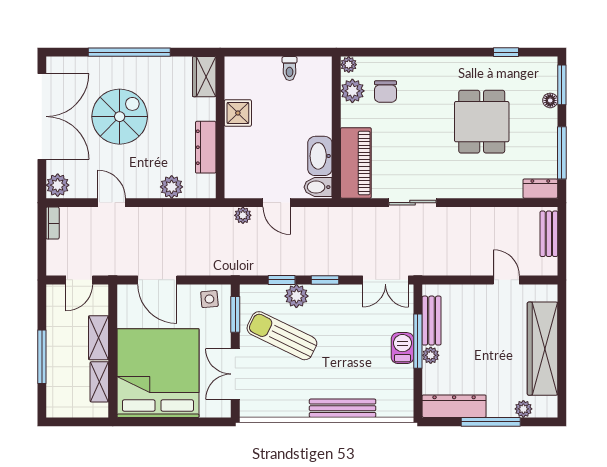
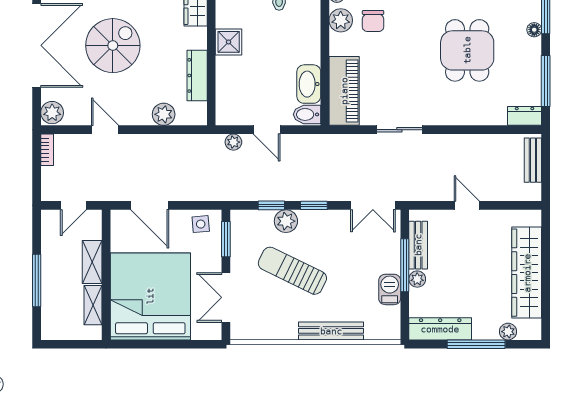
door: (506, 280) -> (467, 205), moved
sun lounger: (282, 336) -> (292, 271), moved
barbecue: (402, 348) -> (390, 289), moved

